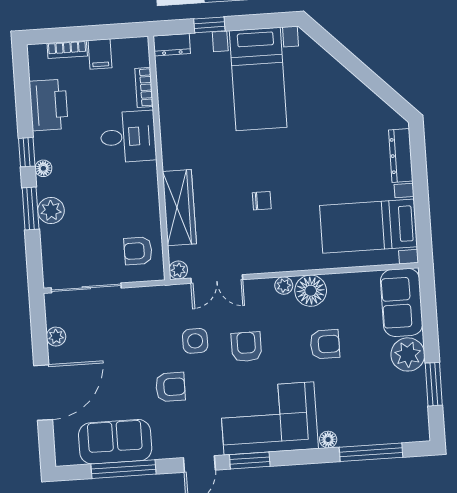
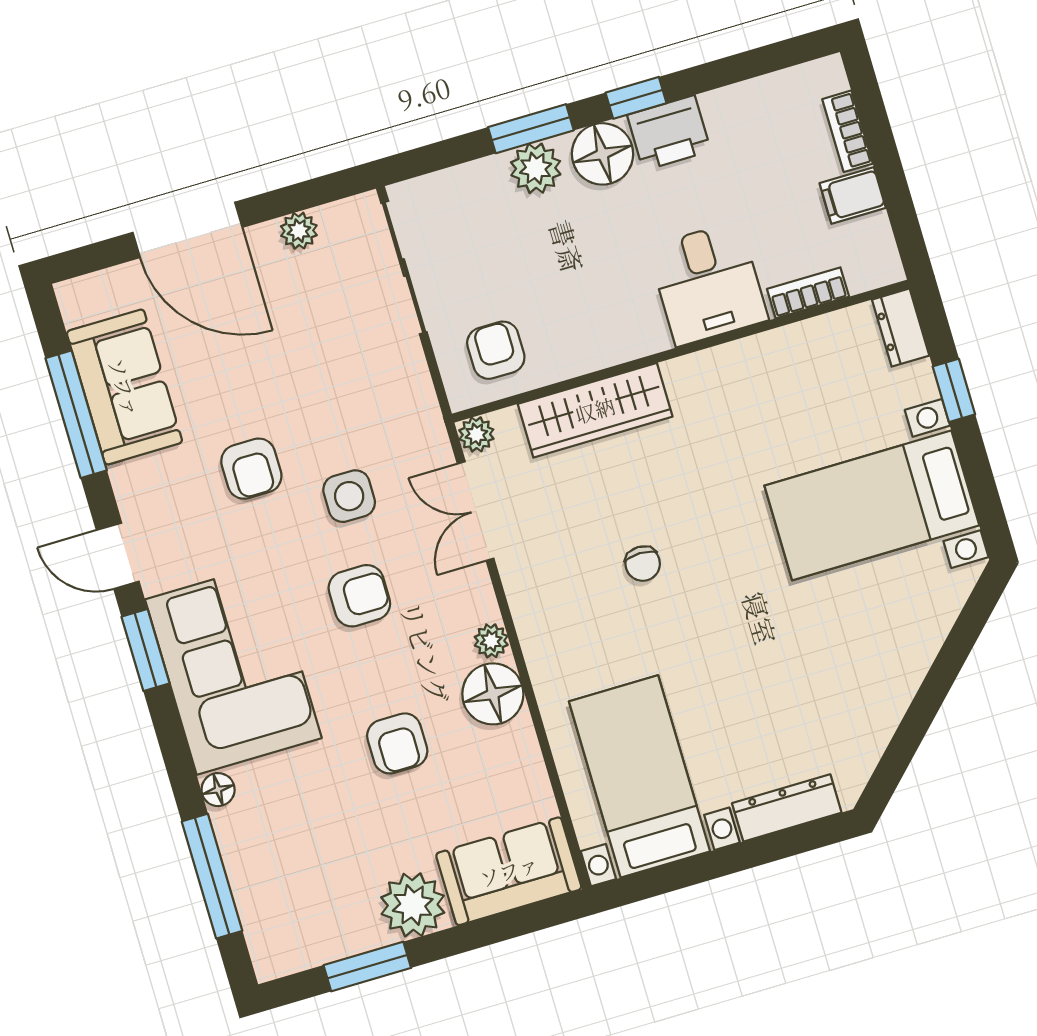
printer: (49, 105) -> (669, 133), moved, width x0.73, depth x0.84
floor lamp: (43, 168) -> (603, 154), width x1.89, depth x1.89

